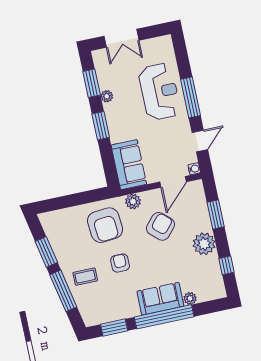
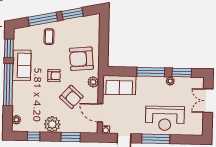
window: (101, 126) -> (151, 72), width x1.44
armchair: (120, 263) -> (54, 76), moved
plant: (190, 298) -> (16, 120), moved
sofa: (160, 299) -> (22, 65), moved

